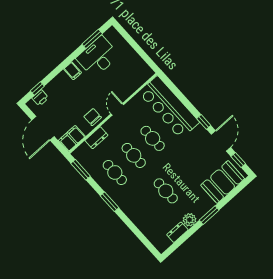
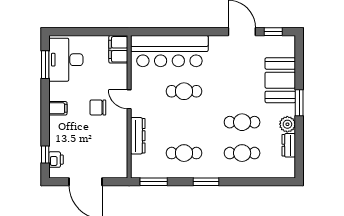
desk: (98, 57) -> (66, 60), moved
chair: (93, 117) -> (98, 107), moved
window: (204, 122) -> (211, 32), removed
filing cabinet: (72, 138) -> (118, 49), moved
dresser: (96, 138) -> (138, 136), width x1.44
cafe table: (134, 155) -> (242, 153), moved
booth: (223, 182) -> (280, 80), moved

